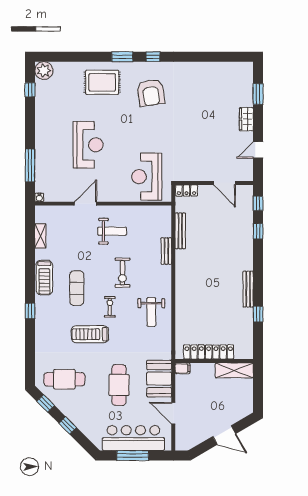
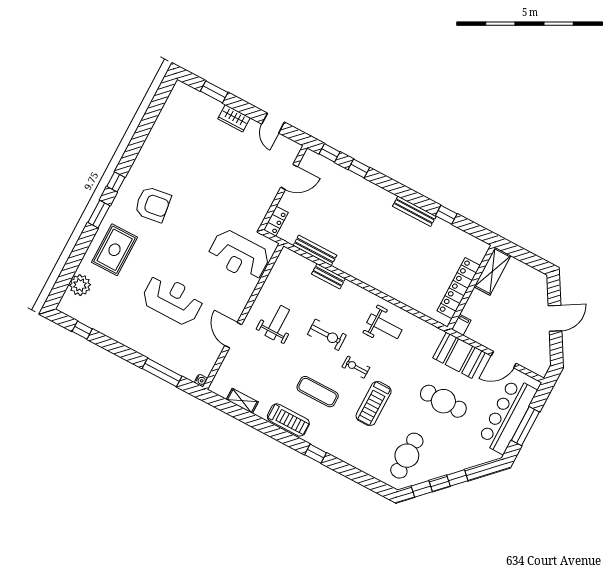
plant: (44, 71) -> (80, 285), moved

